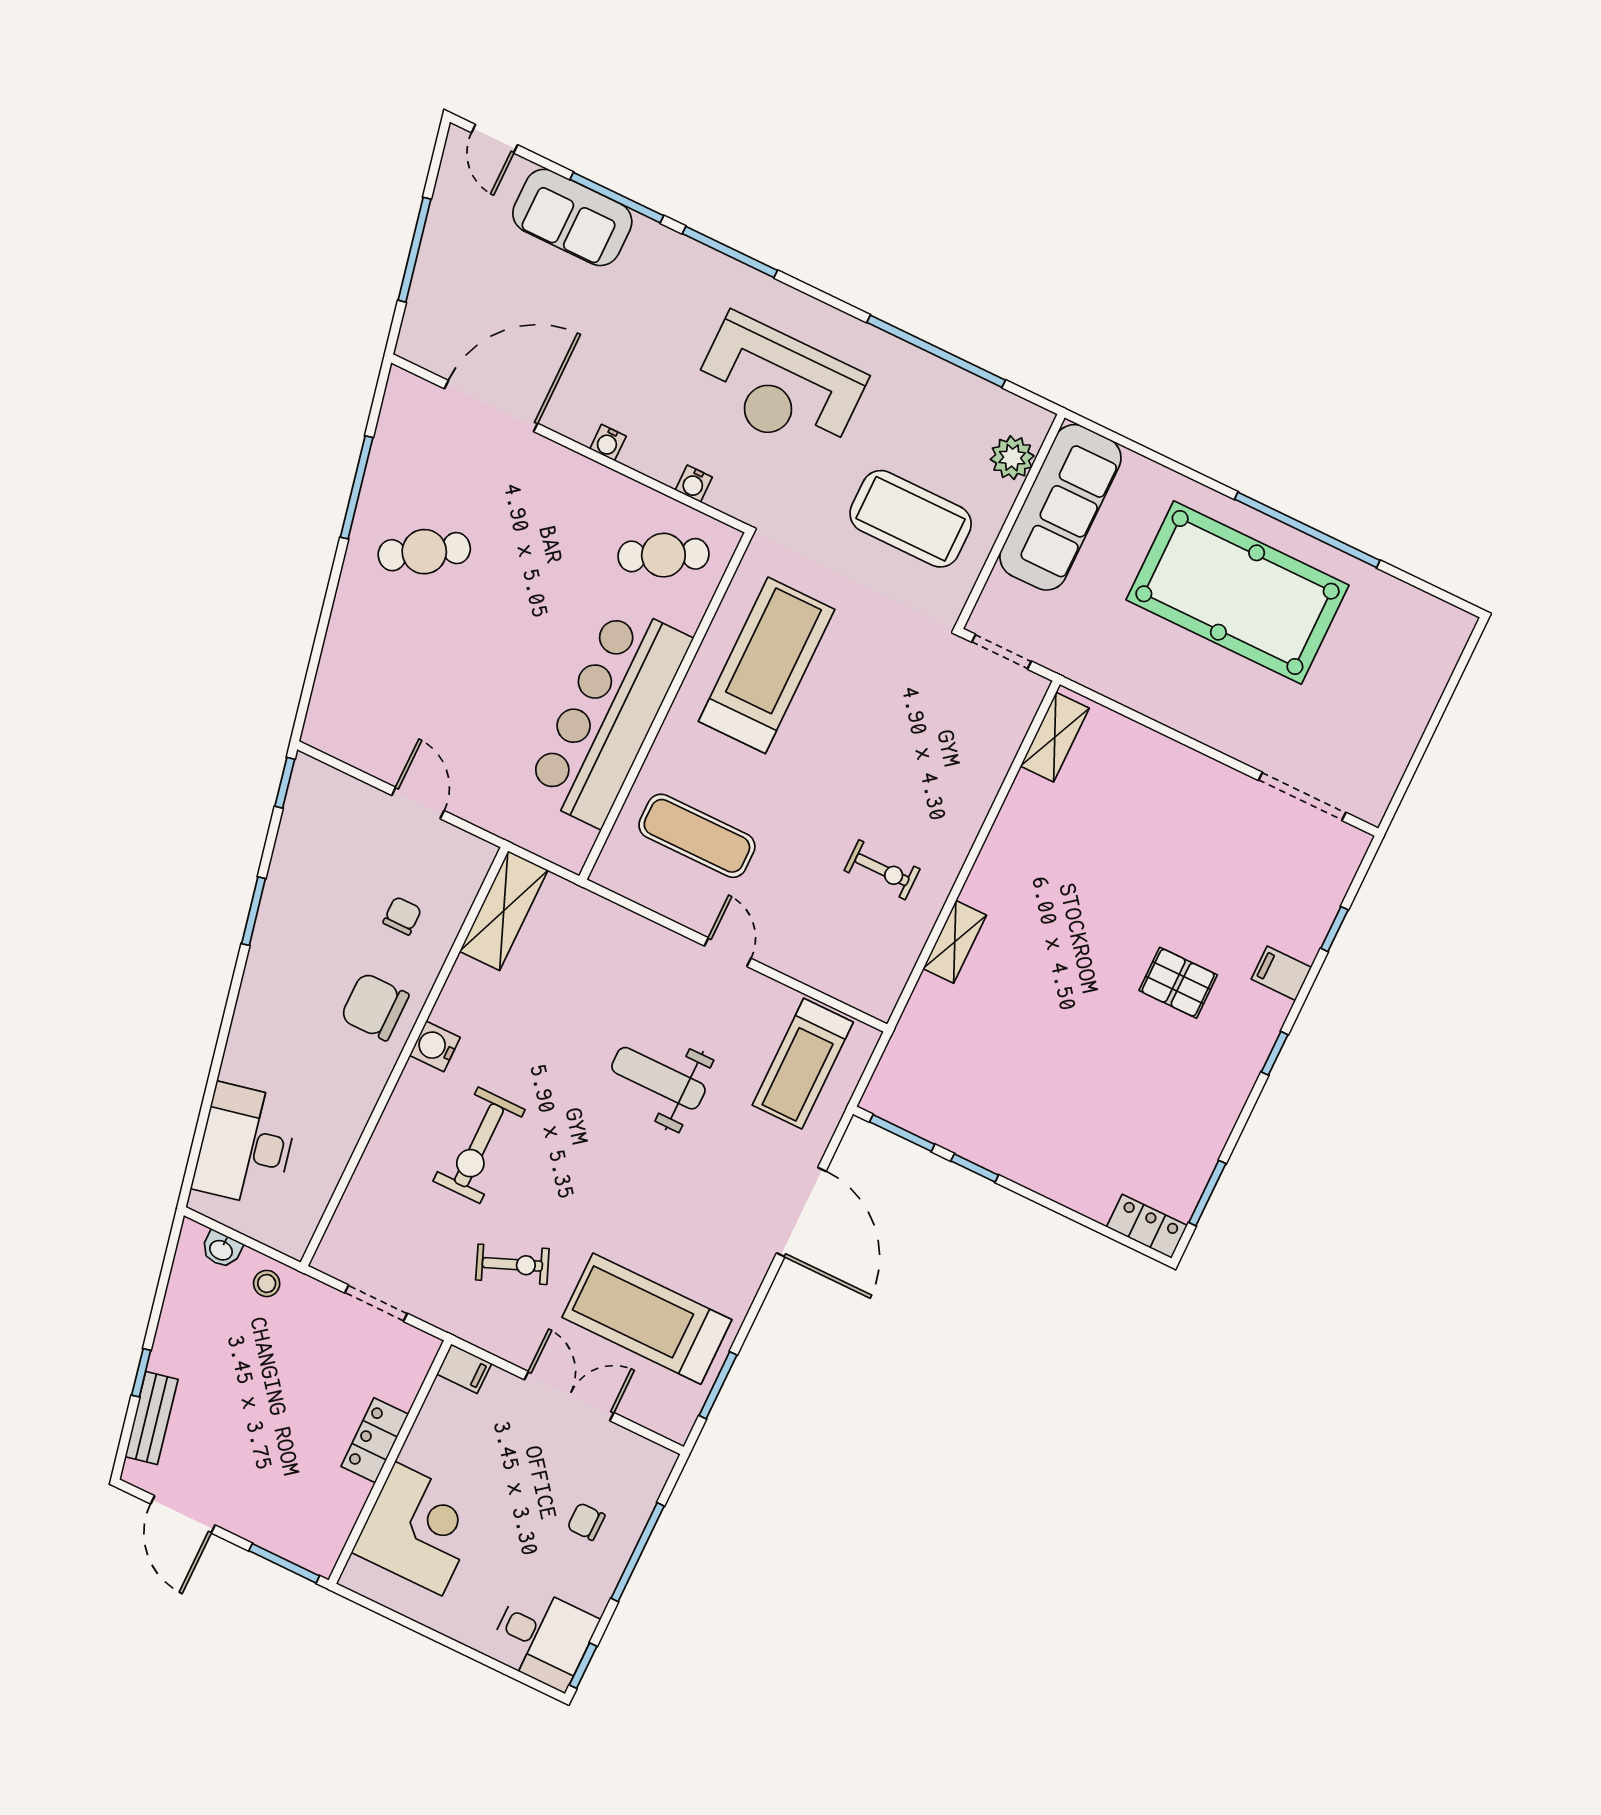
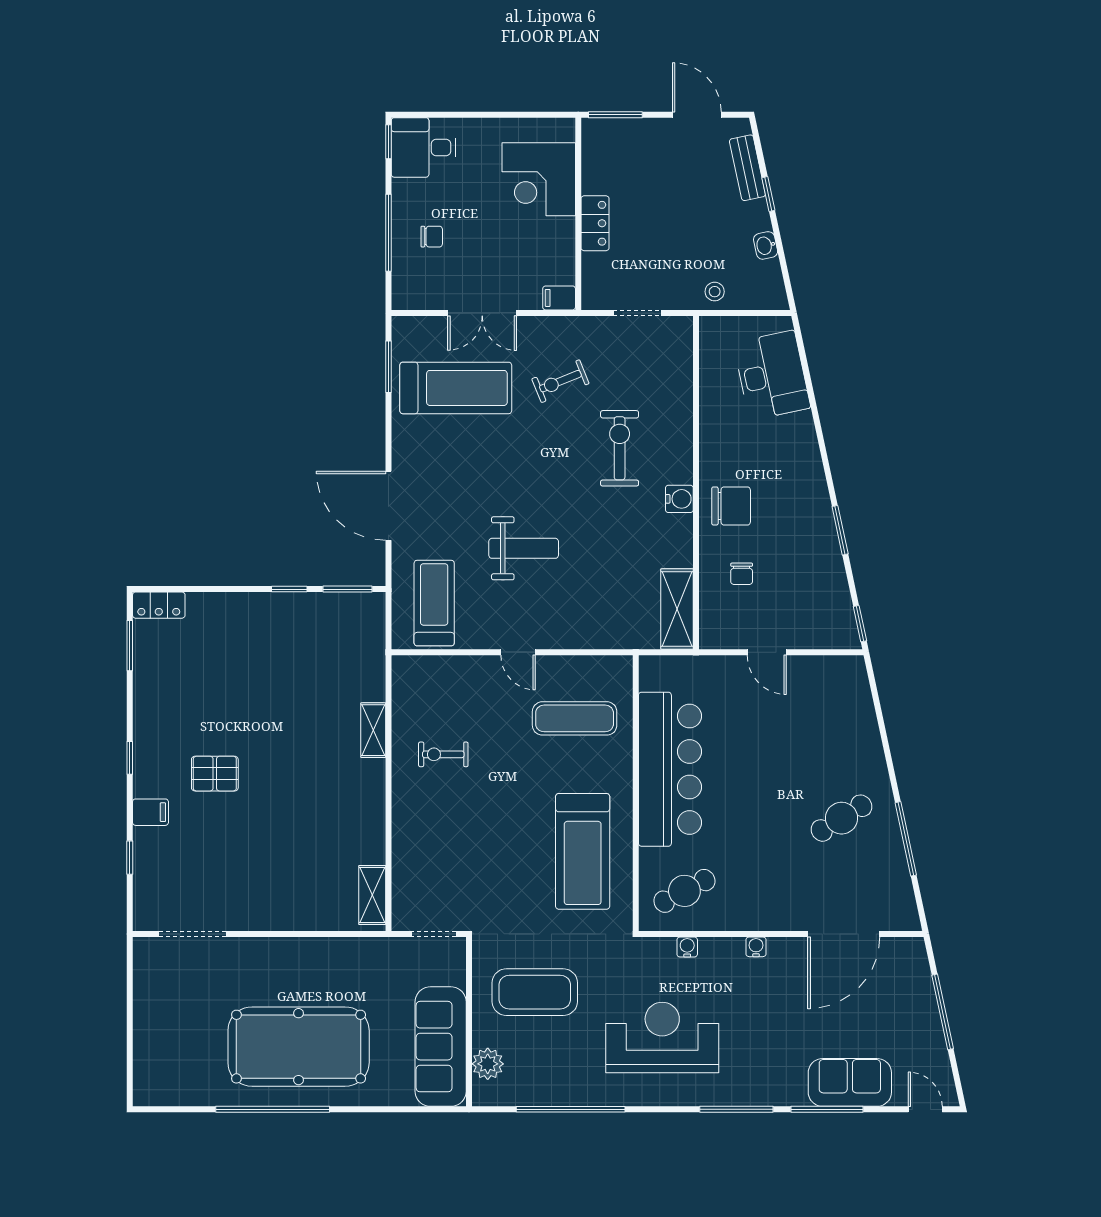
washbasin: (221, 1249) -> (766, 245), moved, turned -102

